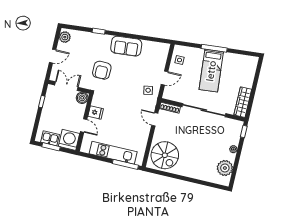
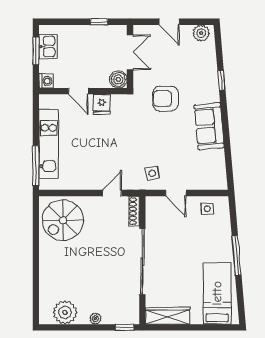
bed: (211, 71) -> (217, 293), moved, turned 95
door: (84, 125) -> (78, 91), hinge flipped
washing machine: (69, 140) -> (46, 81), width x0.53, depth x0.53

